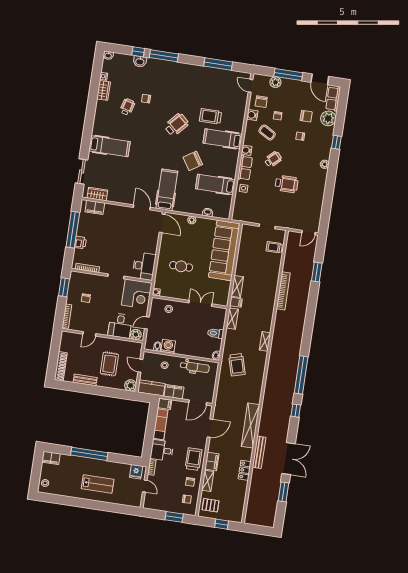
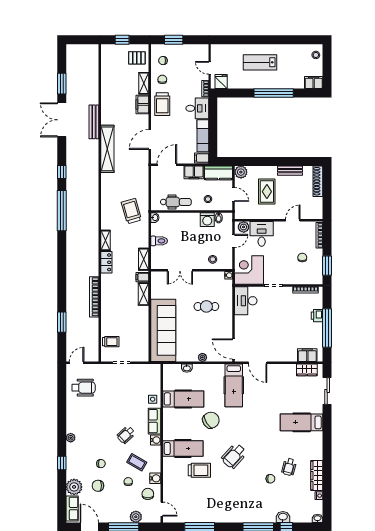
wardrobe: (104, 90) -> (317, 476), width x1.50
wheelchair: (287, 184) -> (83, 388), moved, turned 180
dental chair: (195, 367) -> (176, 202), turned 180
locker: (245, 470) -> (106, 262), moved

